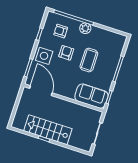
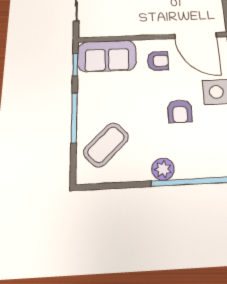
armchair: (61, 31) -> (158, 61), moved
coffee table: (89, 60) -> (106, 145), moved, turned 46

